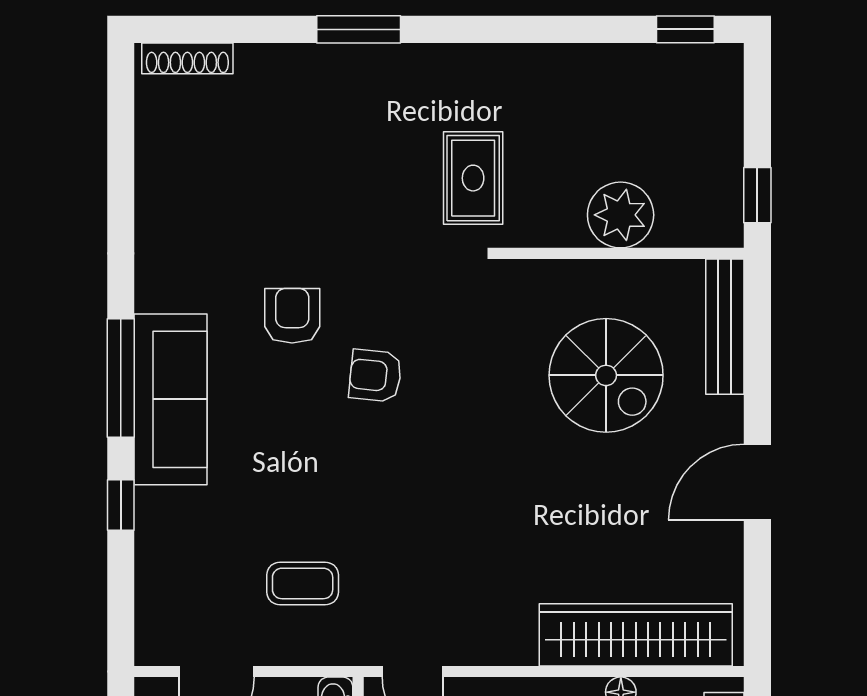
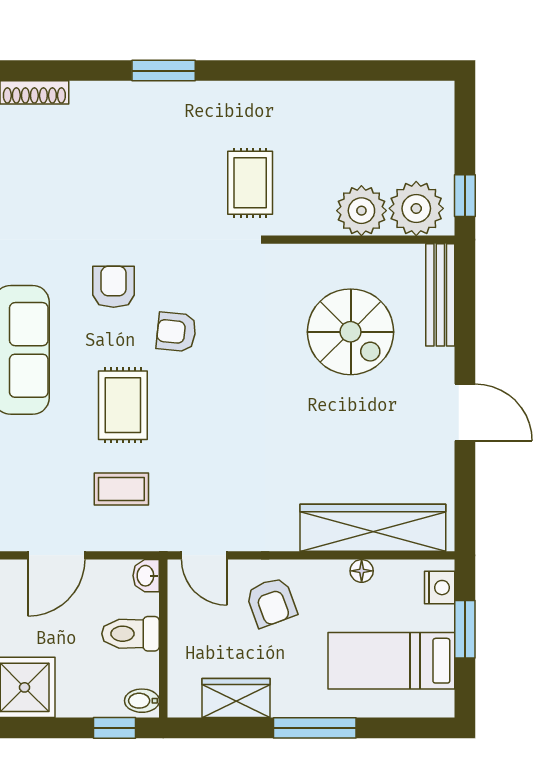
window: (685, 29) -> (410, 71), removed
plant: (693, 212) -> (416, 208), added
rug: (305, 473) -> (123, 405), added
door: (757, 482) -> (465, 412), swing flipped

